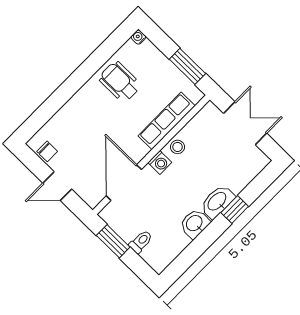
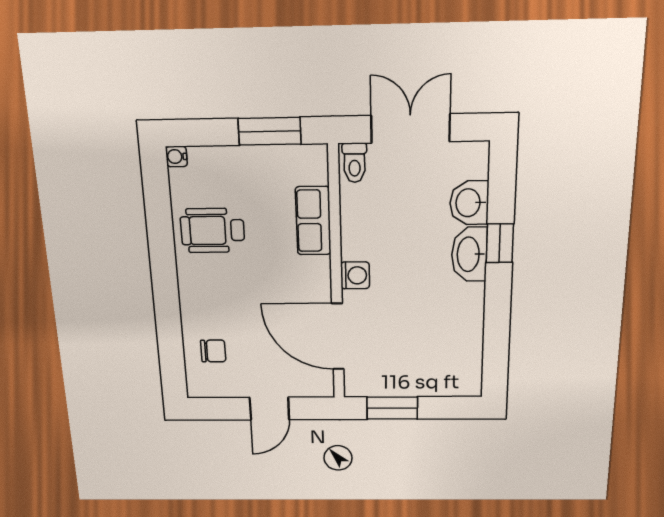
row of seats: (167, 121) -> (313, 221), width x0.68
stool: (178, 147) -> (357, 238), removed
chair: (47, 151) -> (213, 351), moved
washbasin: (195, 224) -> (469, 203), moved
toilet: (141, 242) -> (355, 163), moved, turned 180

